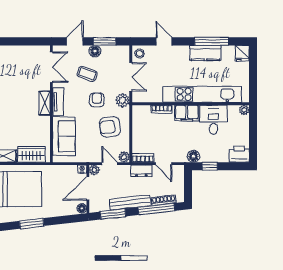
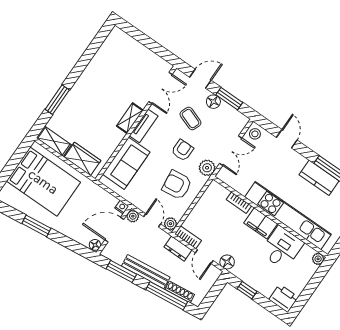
floor lamp: (193, 156) -> (227, 262), moved

